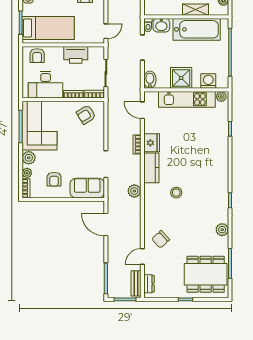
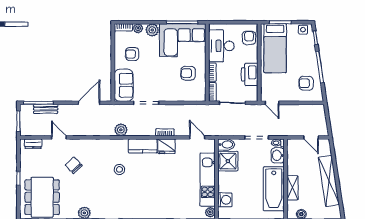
armchair: (37, 56) -> (249, 38), turned 90
shower: (181, 78) -> (228, 161), moved
door: (142, 110) -> (197, 137), hinge flipped
armchair: (86, 115) -> (188, 73), moved, turned -58
chair: (161, 239) -> (74, 165), moved
bench: (136, 283) -> (46, 109), moved

